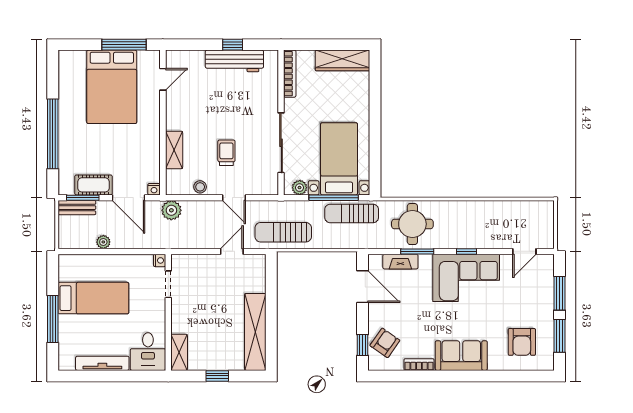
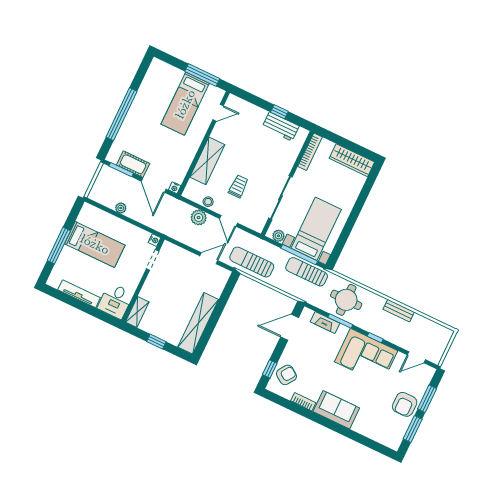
workbench: (234, 61) -> (281, 127), width x0.73
bed: (112, 87) -> (185, 104), width x0.67
shelving: (174, 150) -> (207, 161), width x1.50, depth x1.33
bench: (77, 208) -> (399, 311), moved
plant: (171, 210) -> (199, 217), moved
door: (362, 287) -> (290, 327), swing flipped
armchair: (522, 342) -> (405, 404), moved

